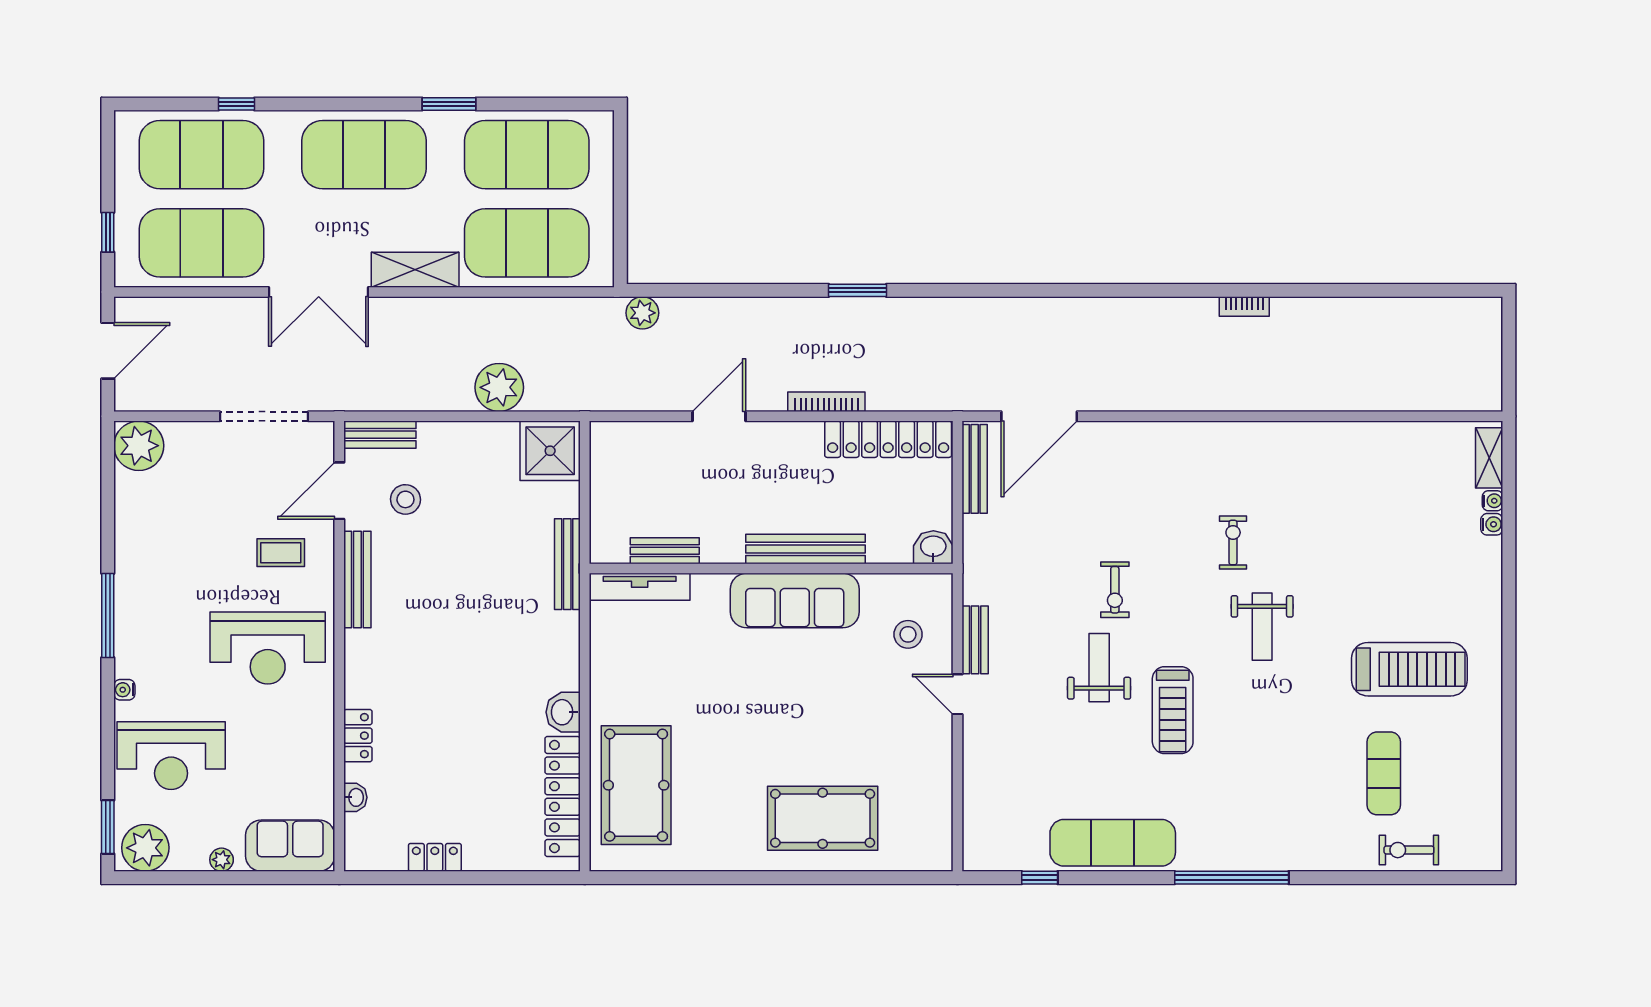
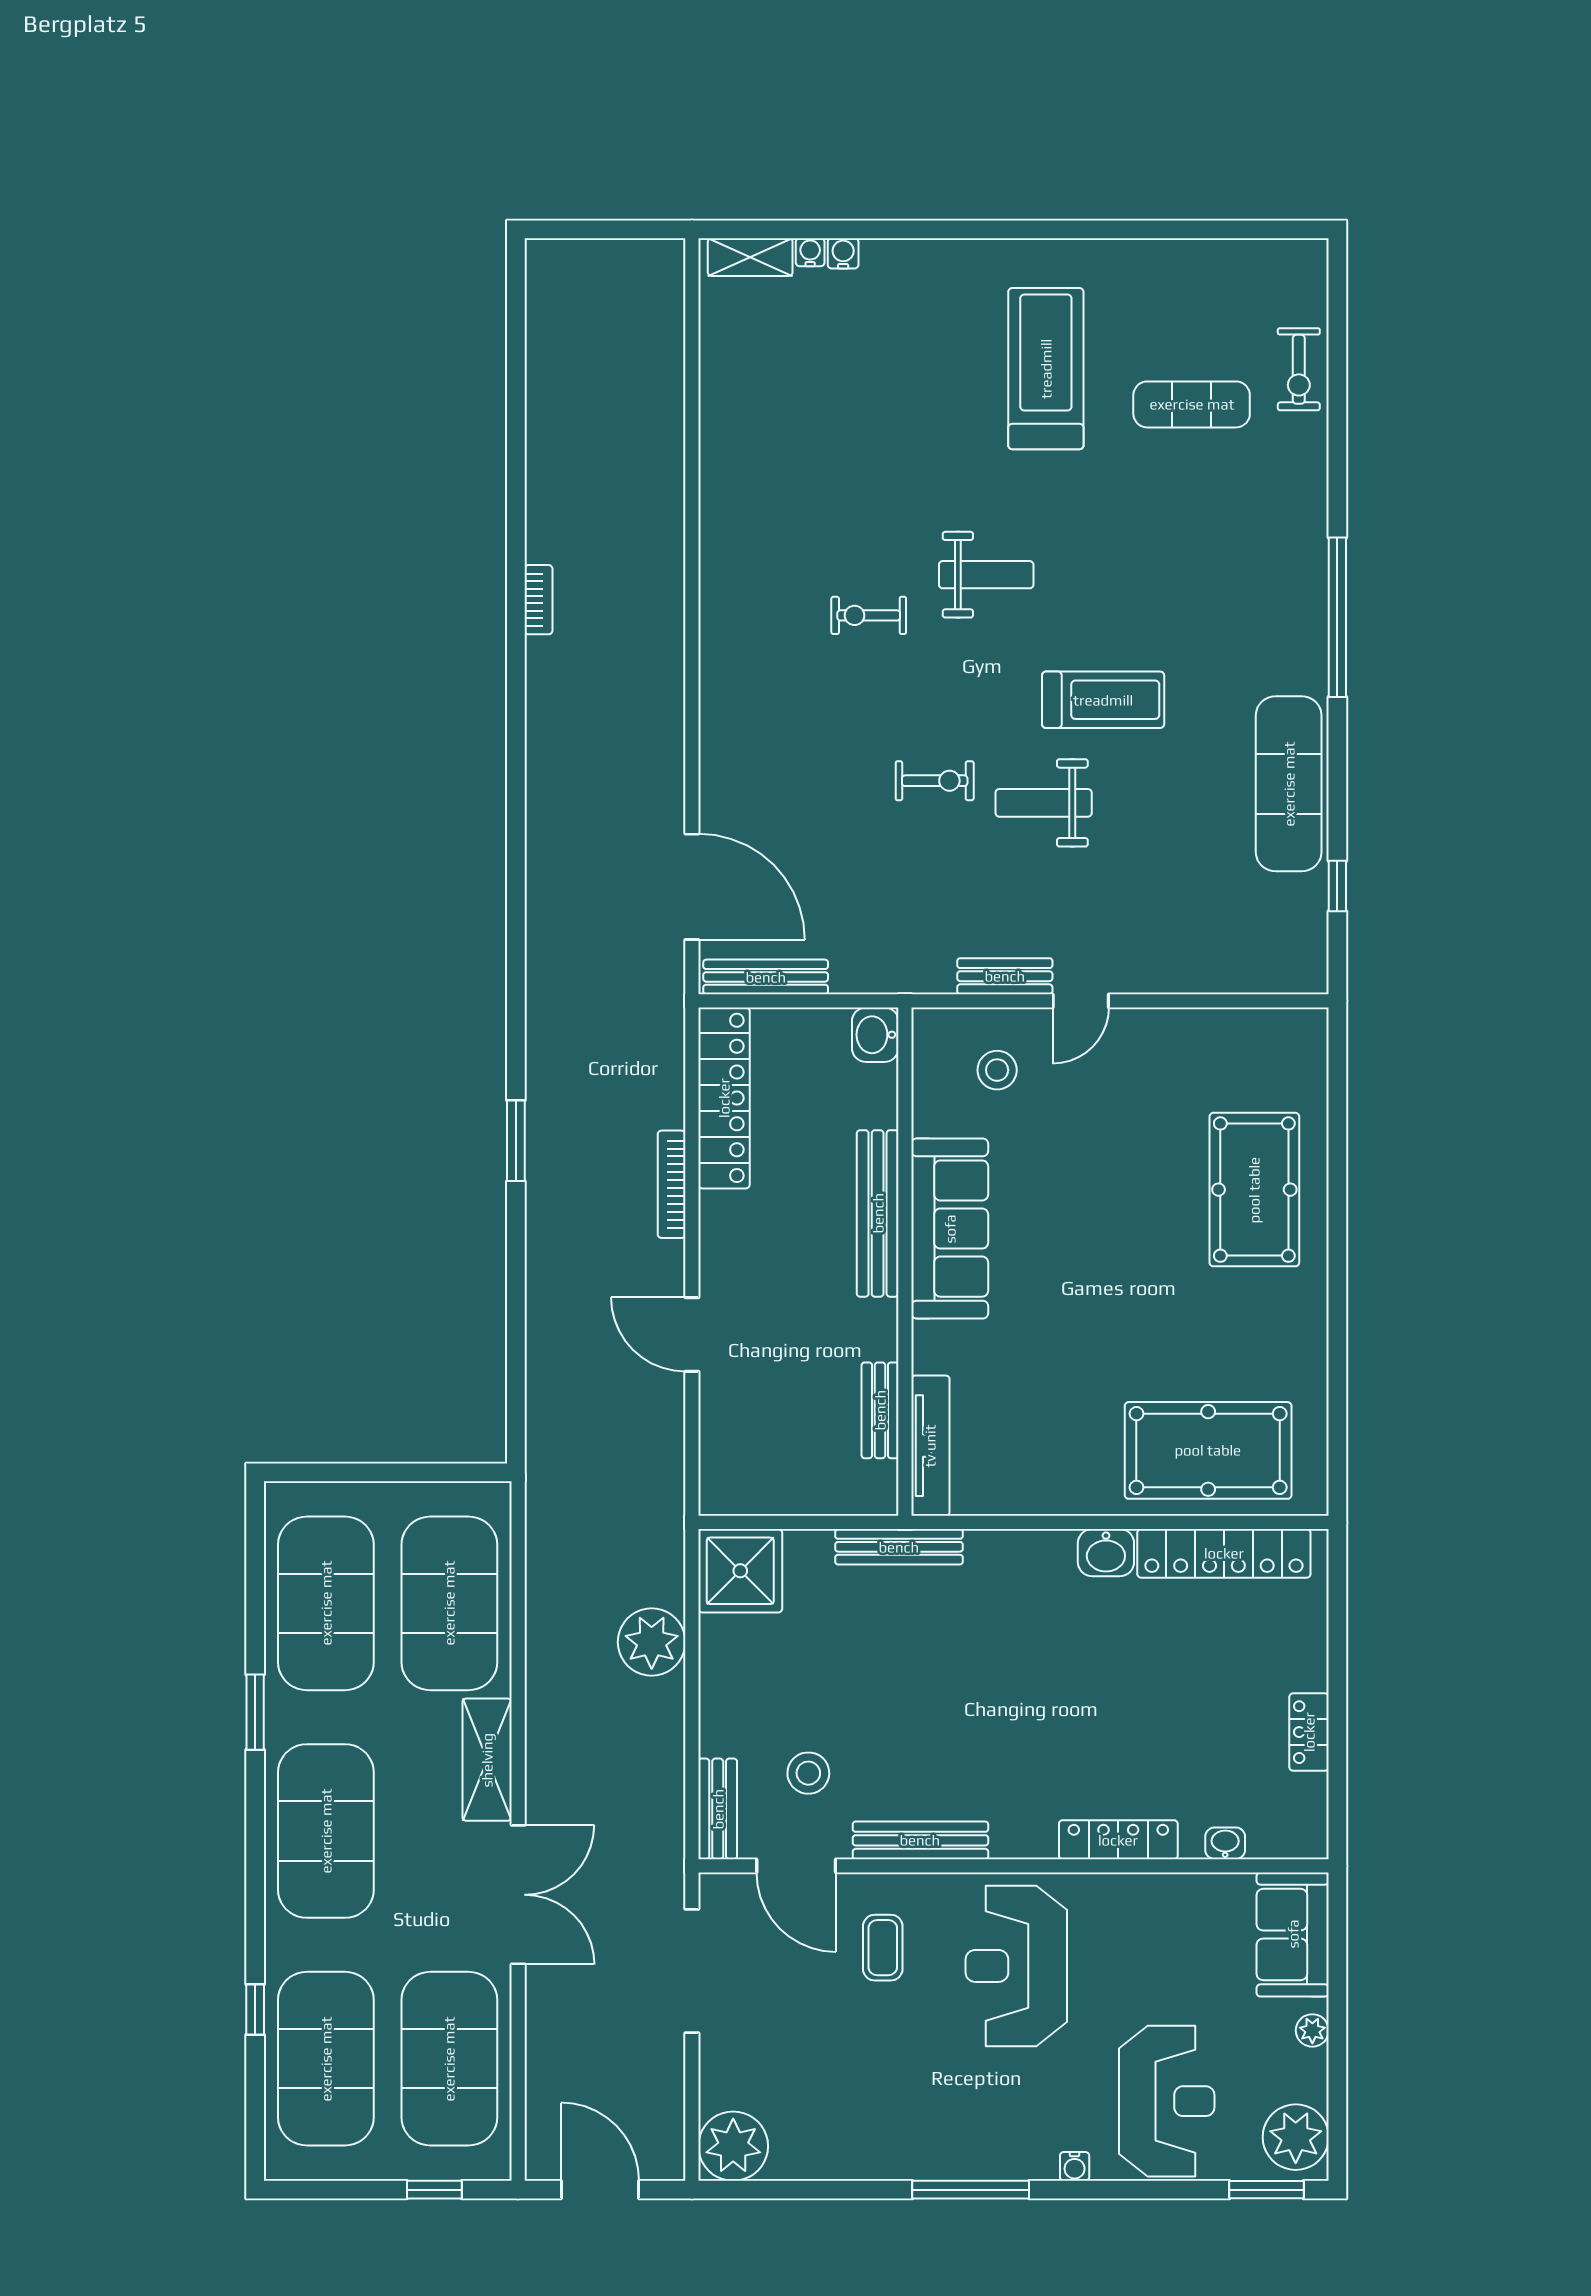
plant: (642, 313) -> (547, 1442), removed
reception desk: (268, 648) -> (1016, 1966), turned 180
locker: (358, 736) -> (1118, 1840), width x1.53

